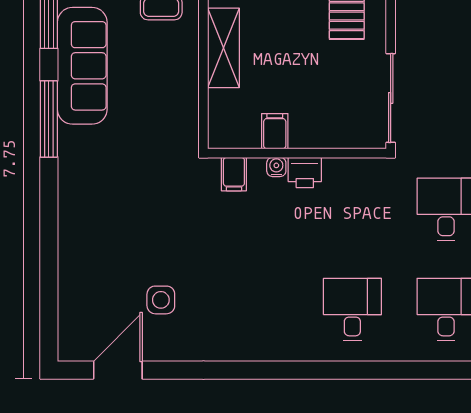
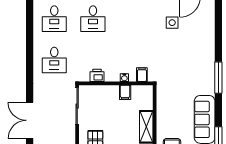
window: (49, 119) -> (218, 78), moved
printer: (305, 172) -> (97, 75), moved

